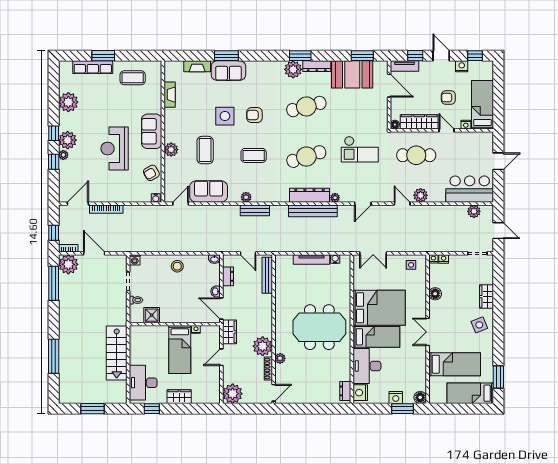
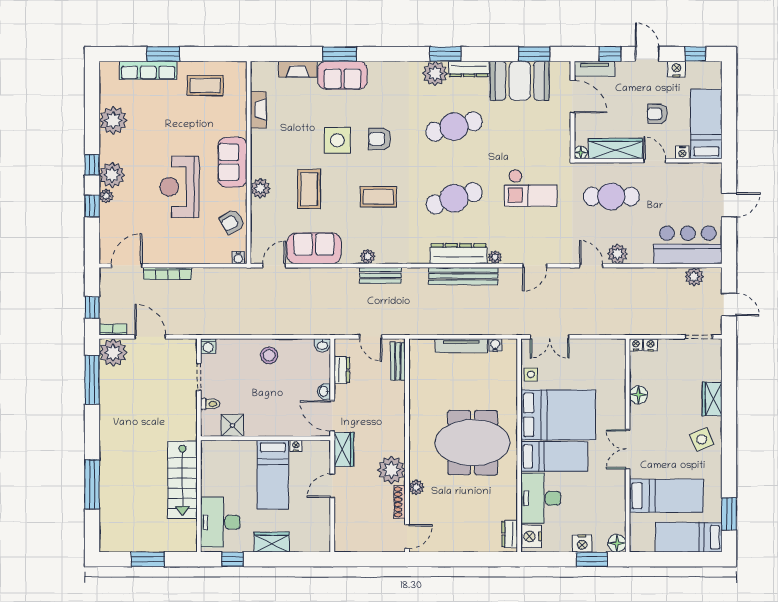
side table: (411, 265) -> (531, 374), moved
bench: (267, 275) -> (398, 361), width x0.73
plant: (233, 394) -> (348, 538), removed

